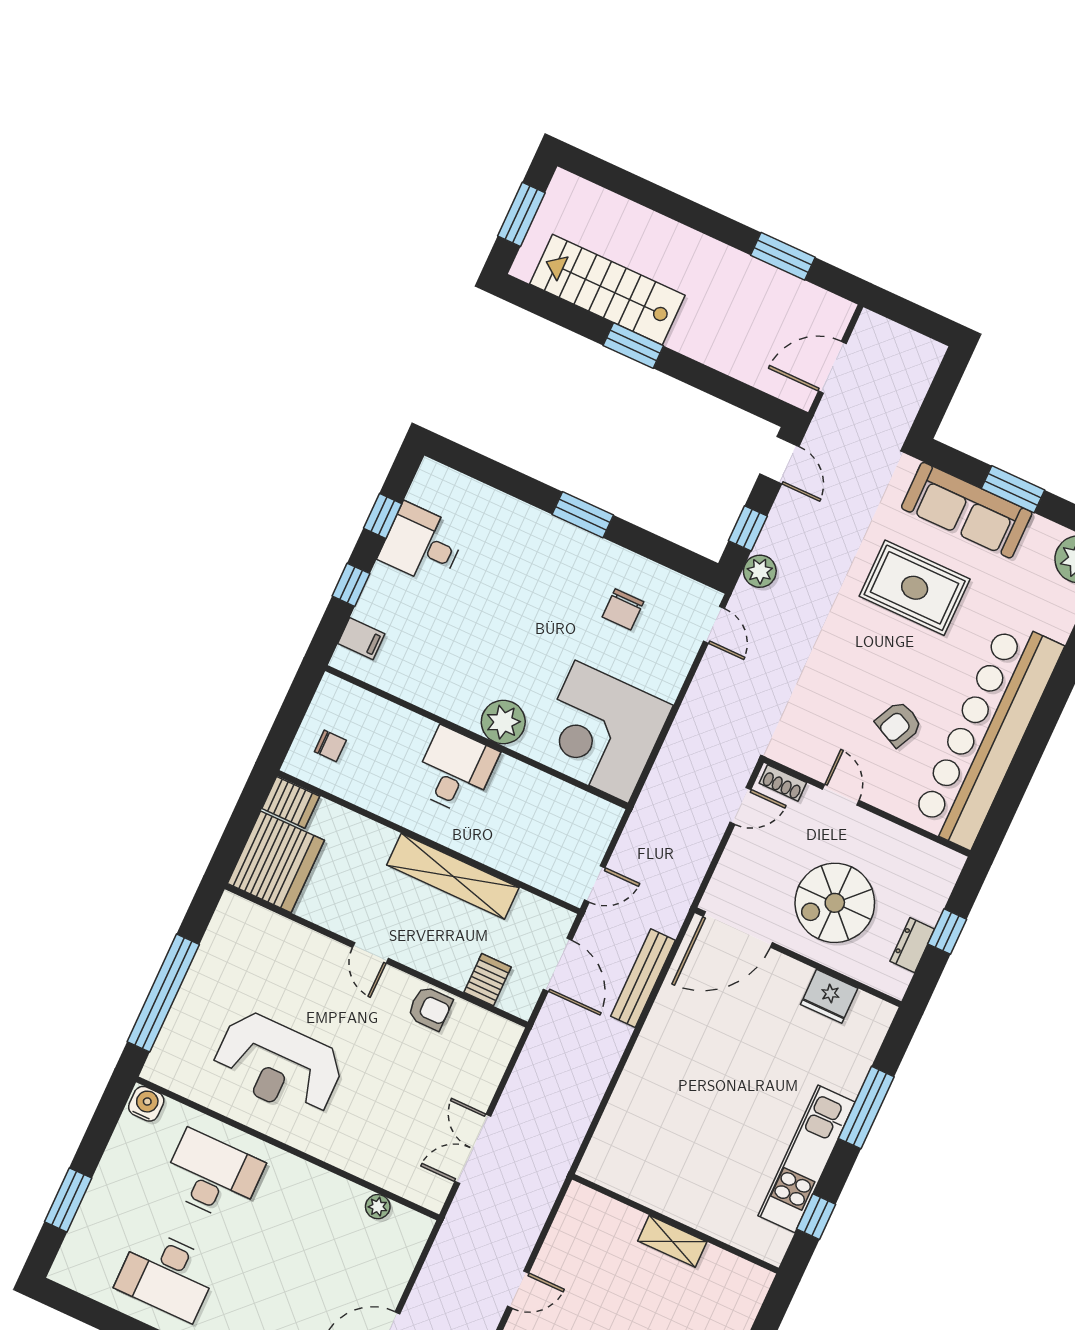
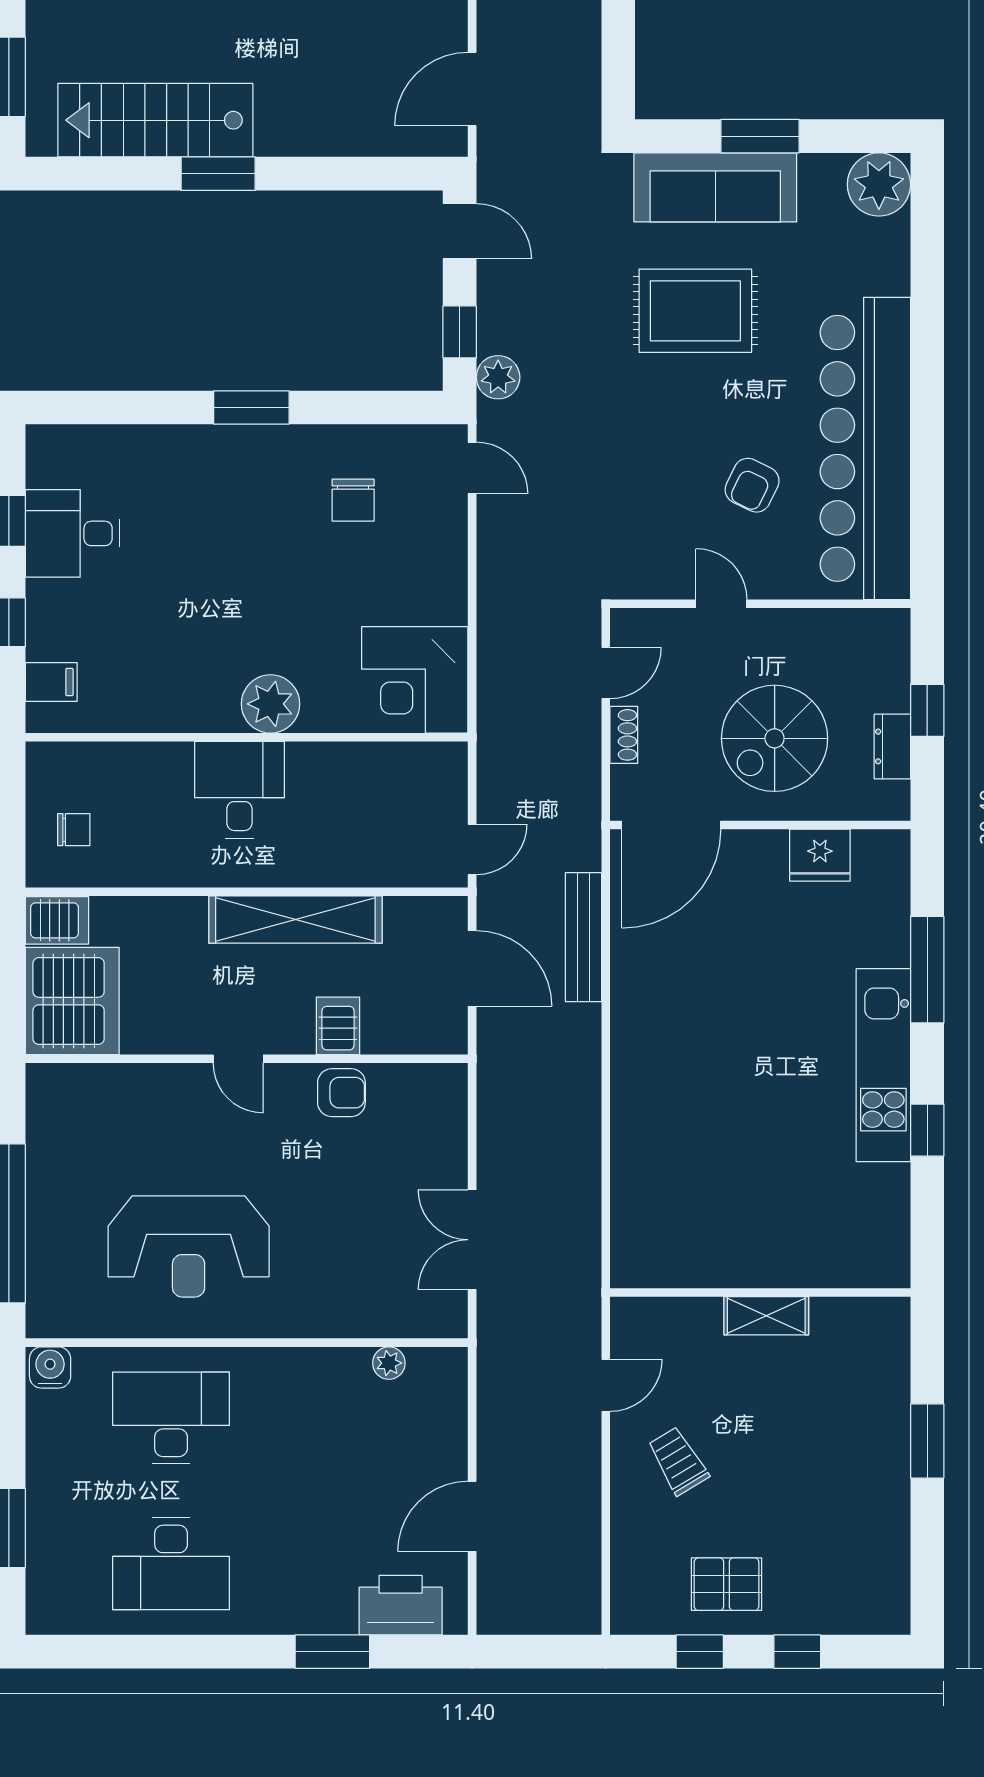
corner desk: (602, 732) -> (415, 680), width x0.74, depth x0.74
shoe rack: (783, 783) -> (624, 735), moved, turned -90
server rack: (488, 980) -> (338, 1026), moved
wall: (675, 1224) -> (760, 1293), moved
shelving: (672, 1241) -> (766, 1316), moved

